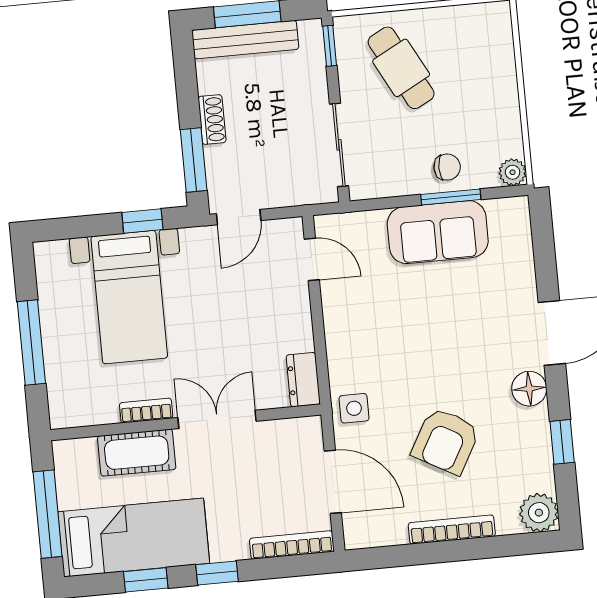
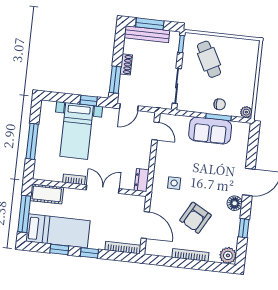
side table: (354, 408) -> (174, 183), moved
cot: (137, 453) -> (47, 194), moved

